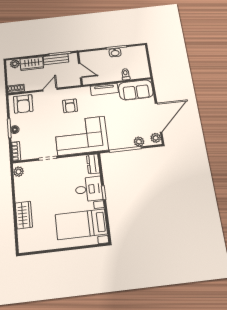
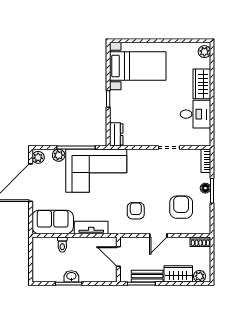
armchair: (23, 104) -> (181, 207), moved
corner sofa: (81, 136) -> (96, 171), moved
plant: (19, 172) -> (204, 52), moved
desk: (89, 189) -> (195, 114), moved, turned 180

